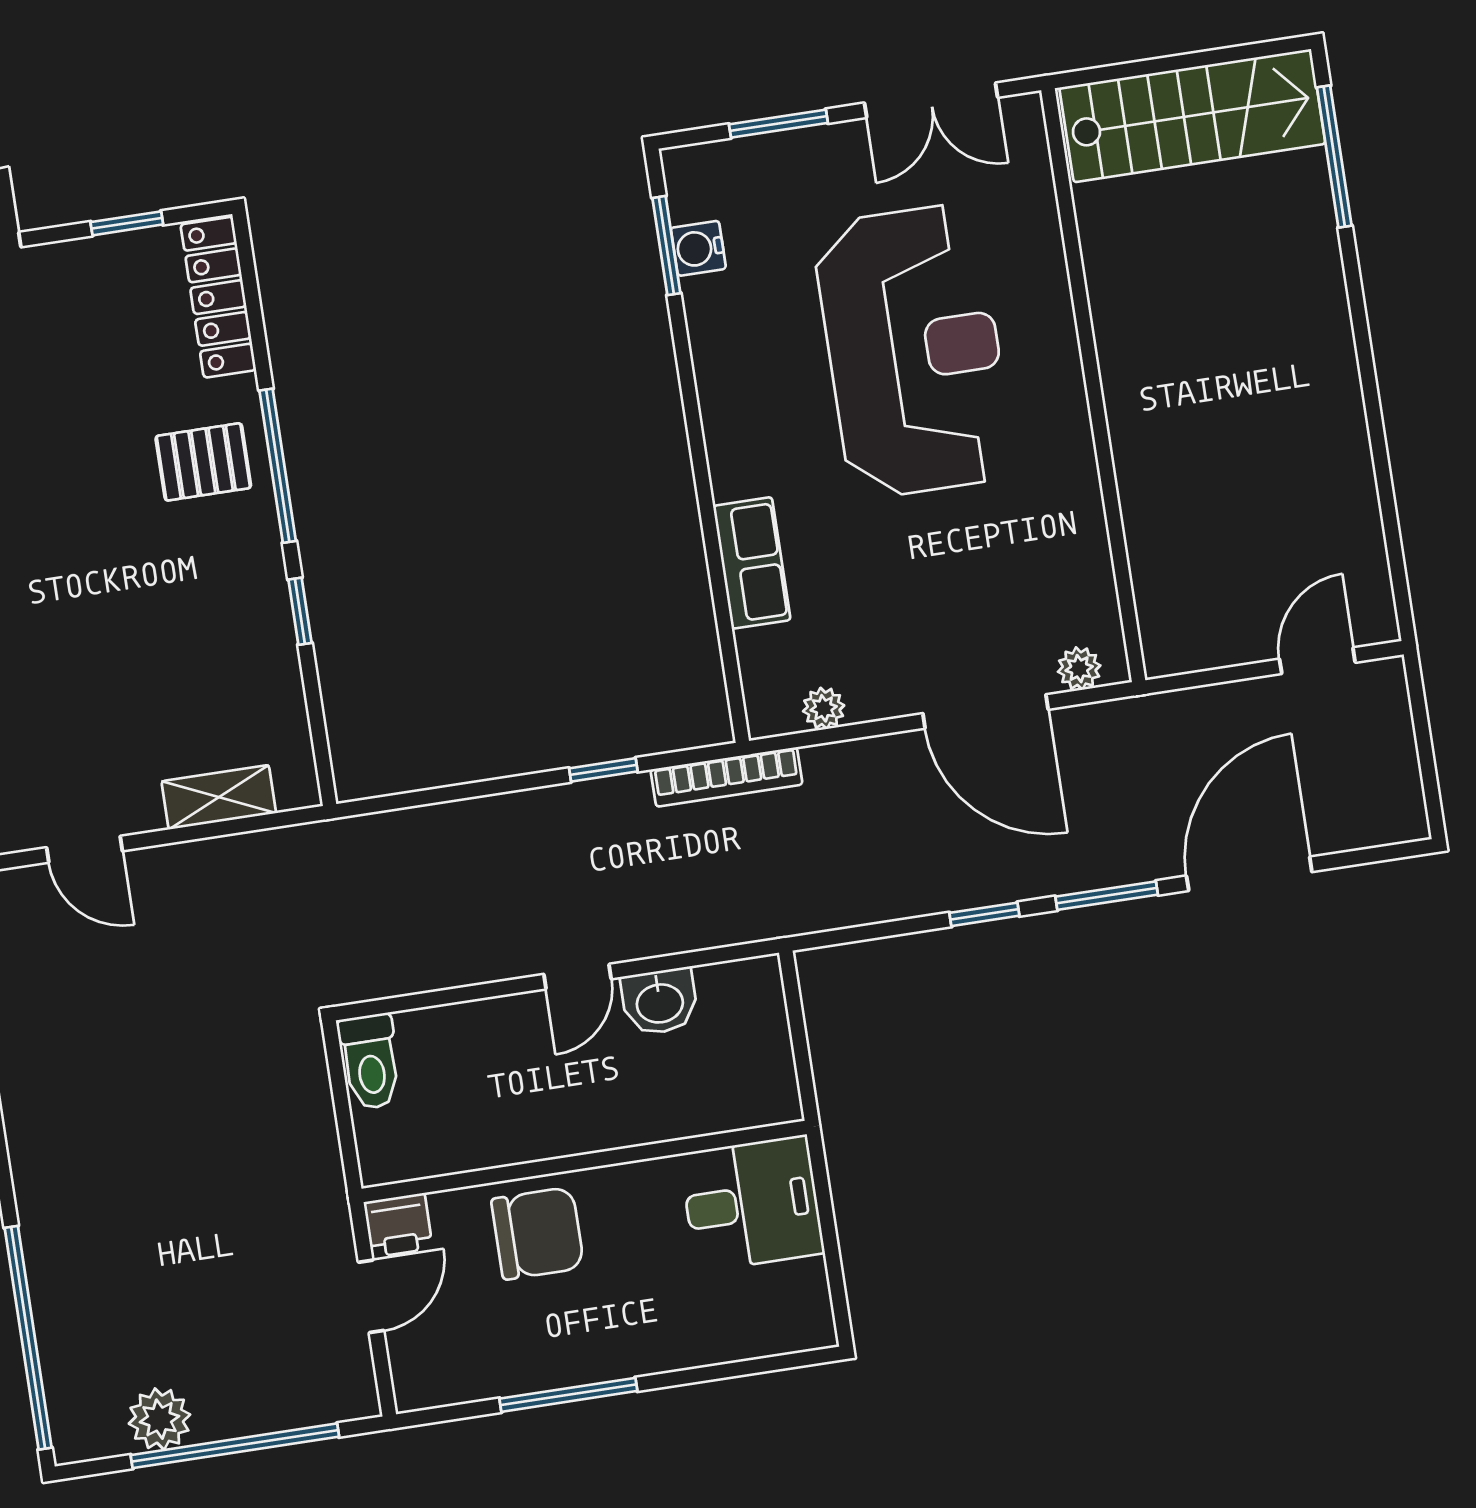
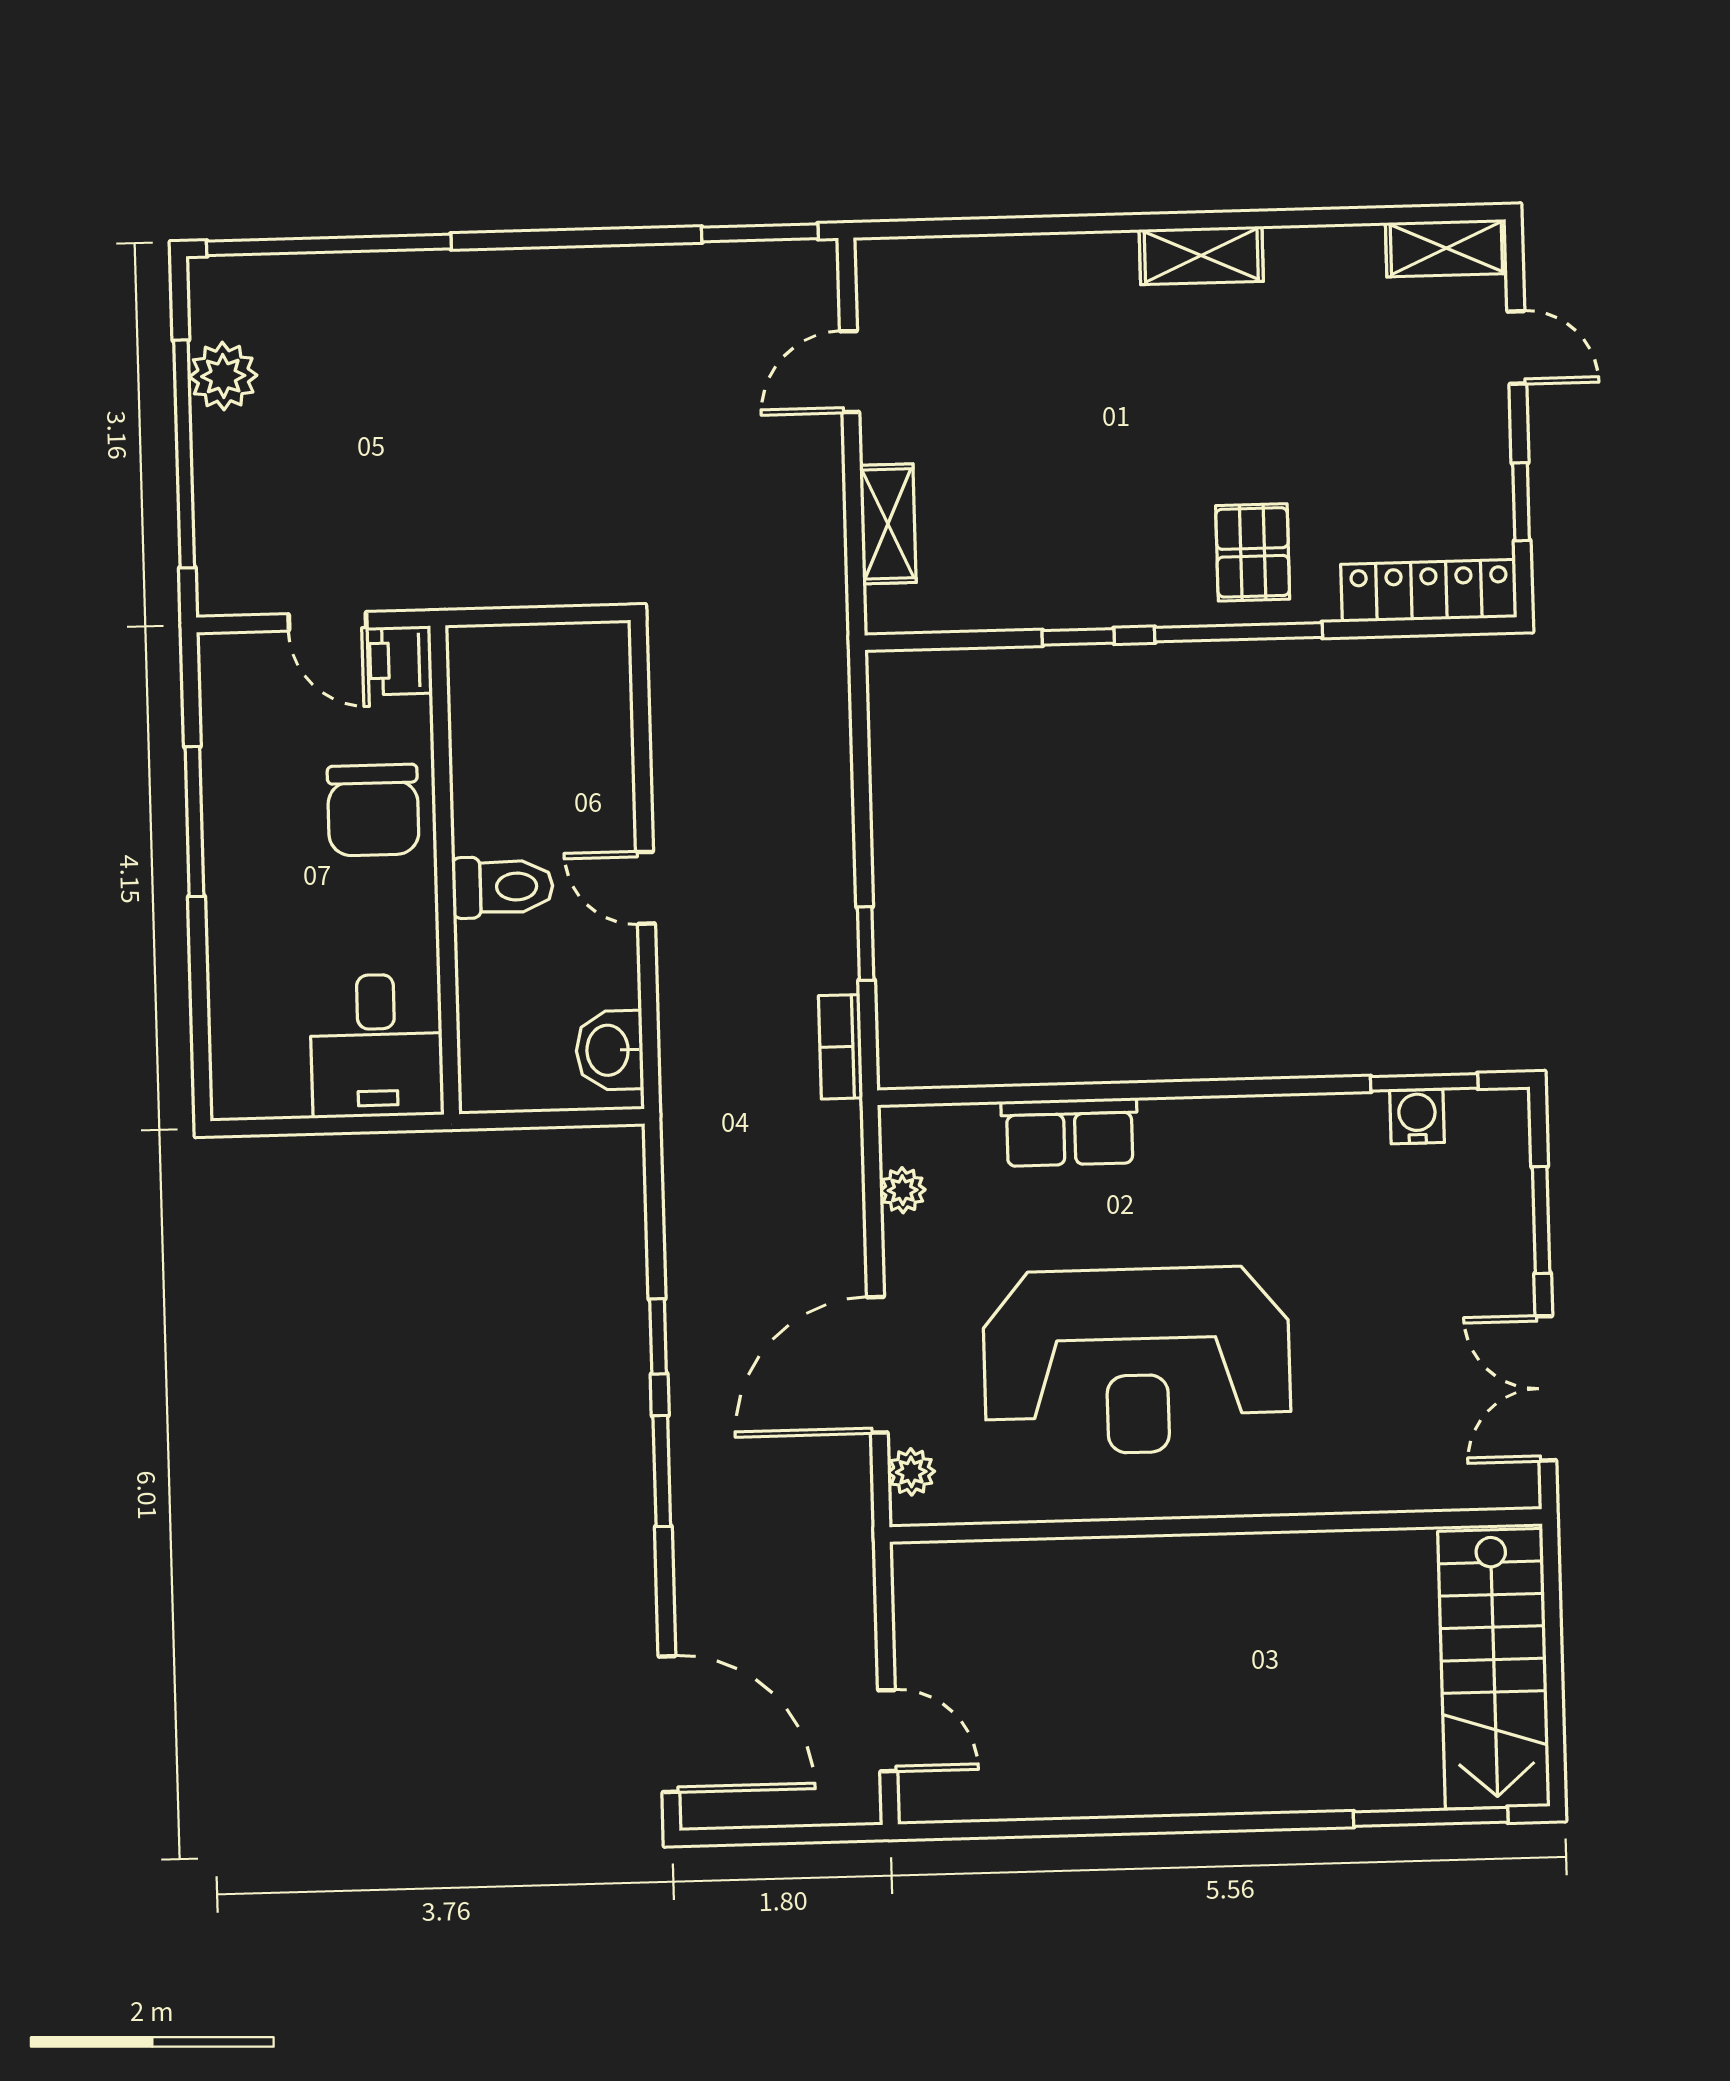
reception desk: (914, 351) -> (1137, 1361), moved
bookcase: (727, 777) -> (841, 1047), width x0.64
door: (1249, 874) -> (669, 1724), moved
washbasin: (660, 1002) -> (610, 1050), moved
toilet: (370, 1062) -> (503, 887), moved, turned 180

